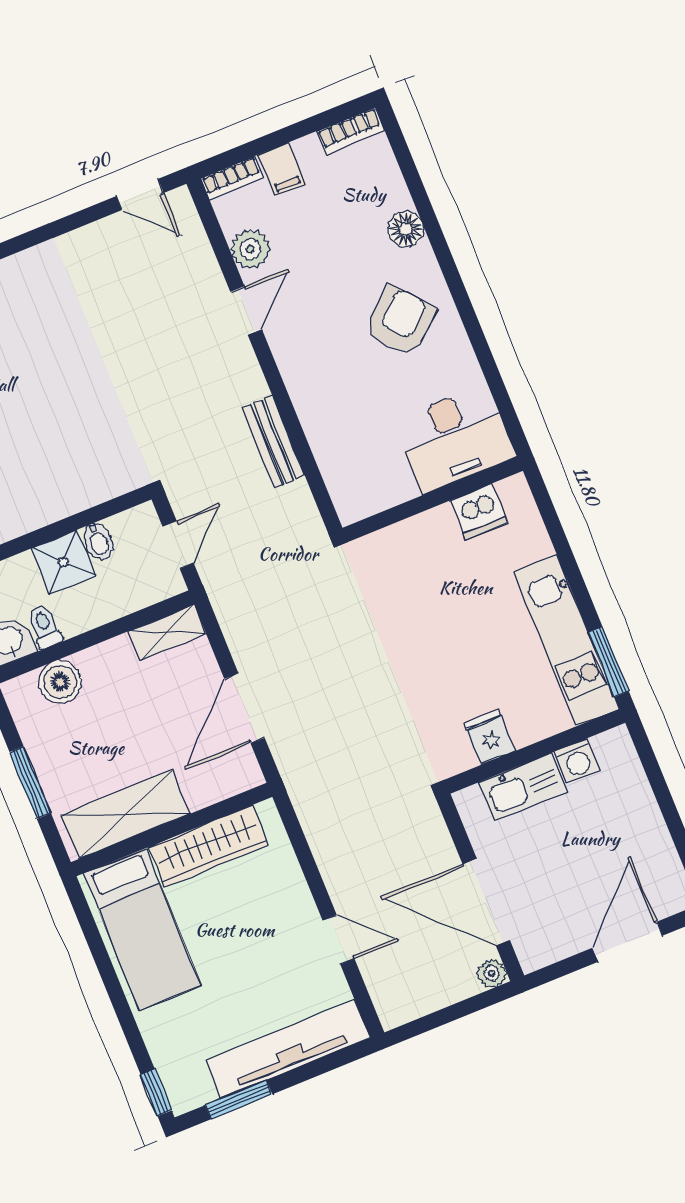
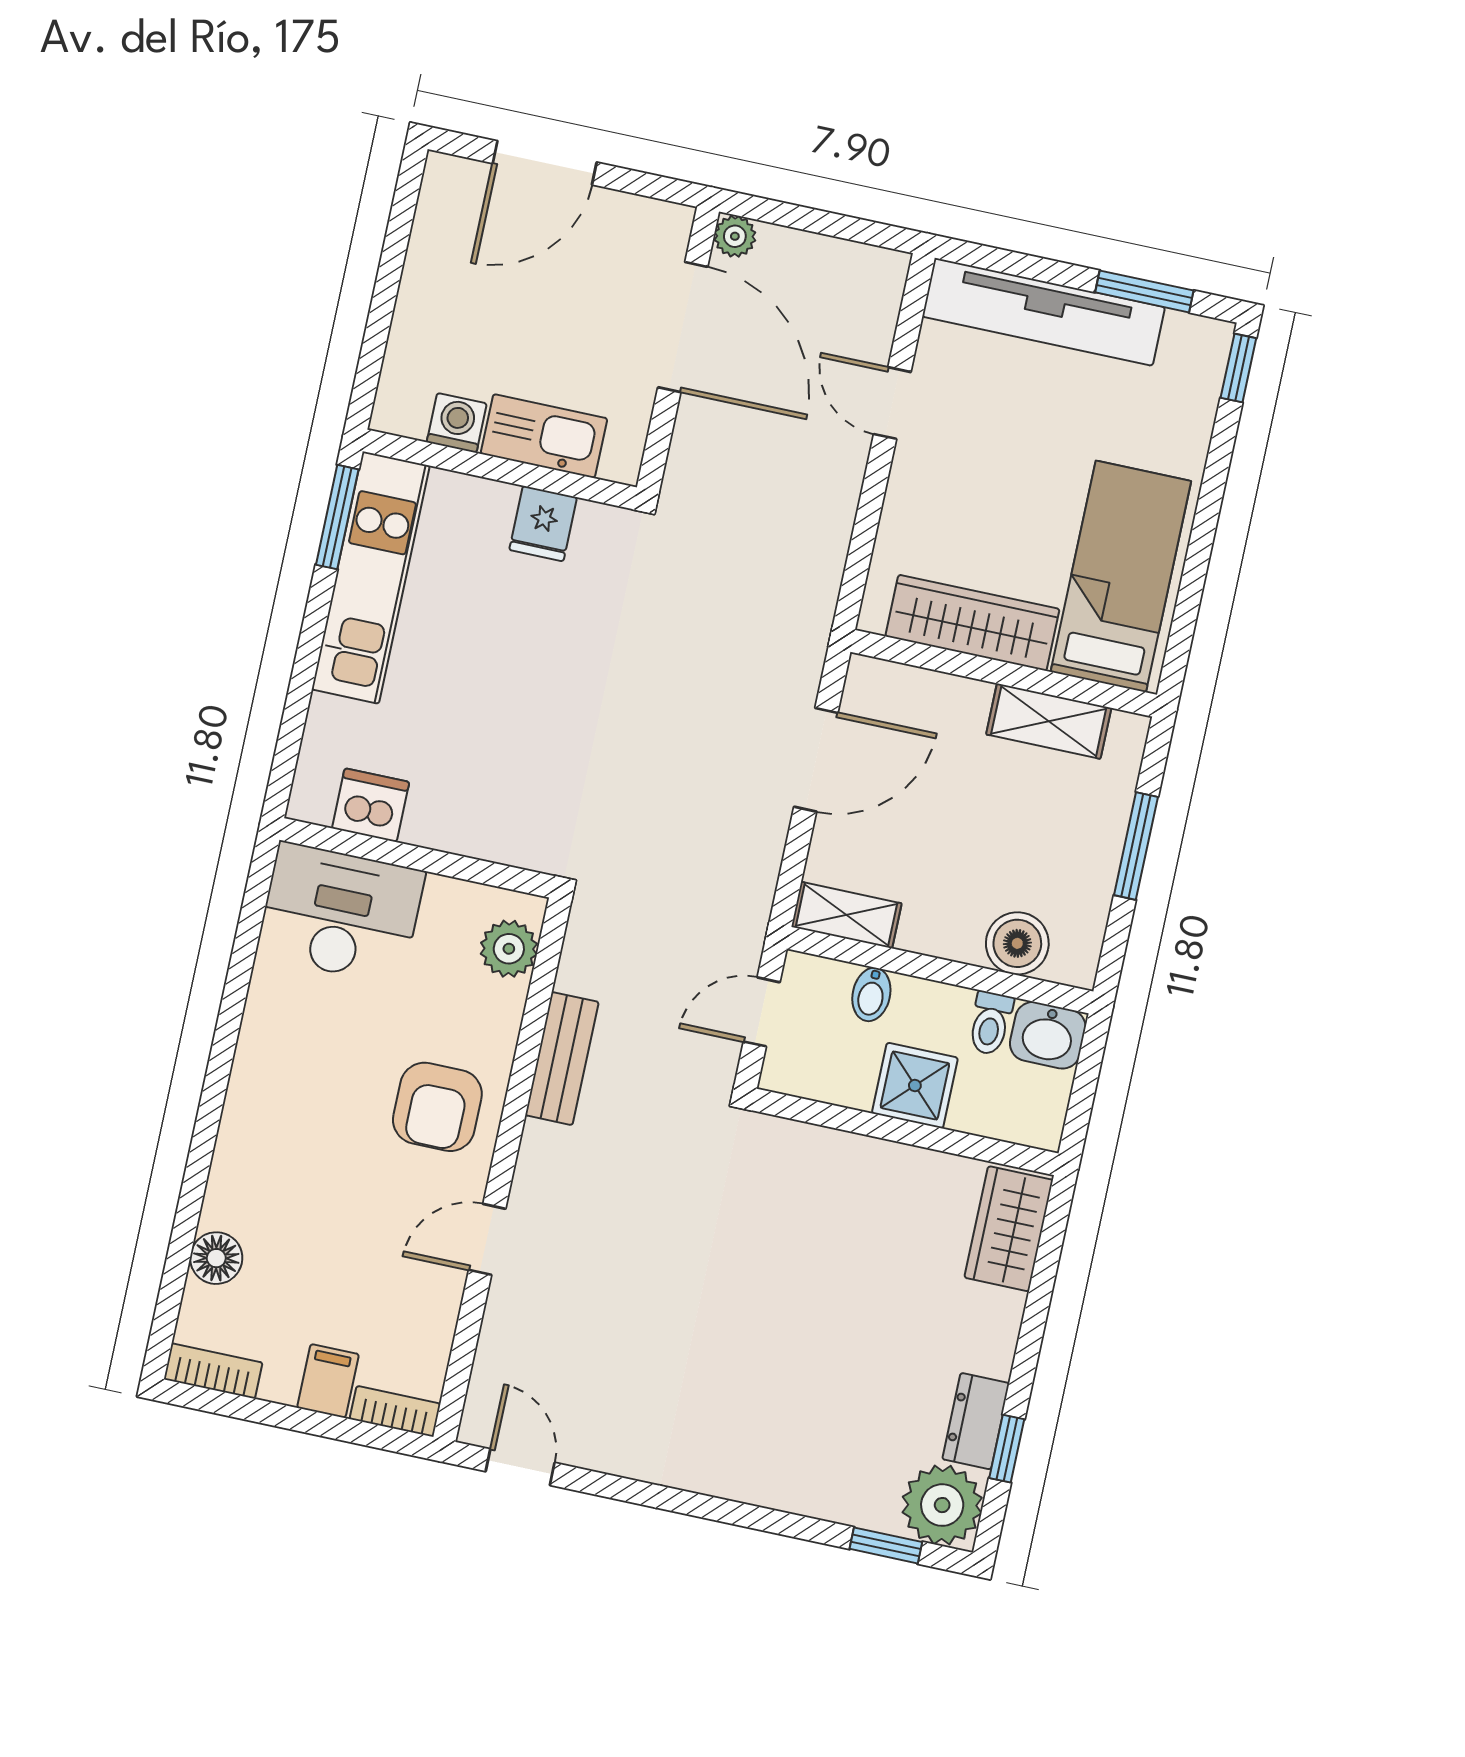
floor lamp: (406, 229) -> (216, 1258), moved
plant: (250, 249) -> (509, 949), moved
armchair: (400, 321) -> (437, 1107), moved, turned -49
bidet: (98, 541) -> (871, 994), moved, turned 180
shelving: (125, 814) -> (1049, 721), width x0.67, depth x0.75

